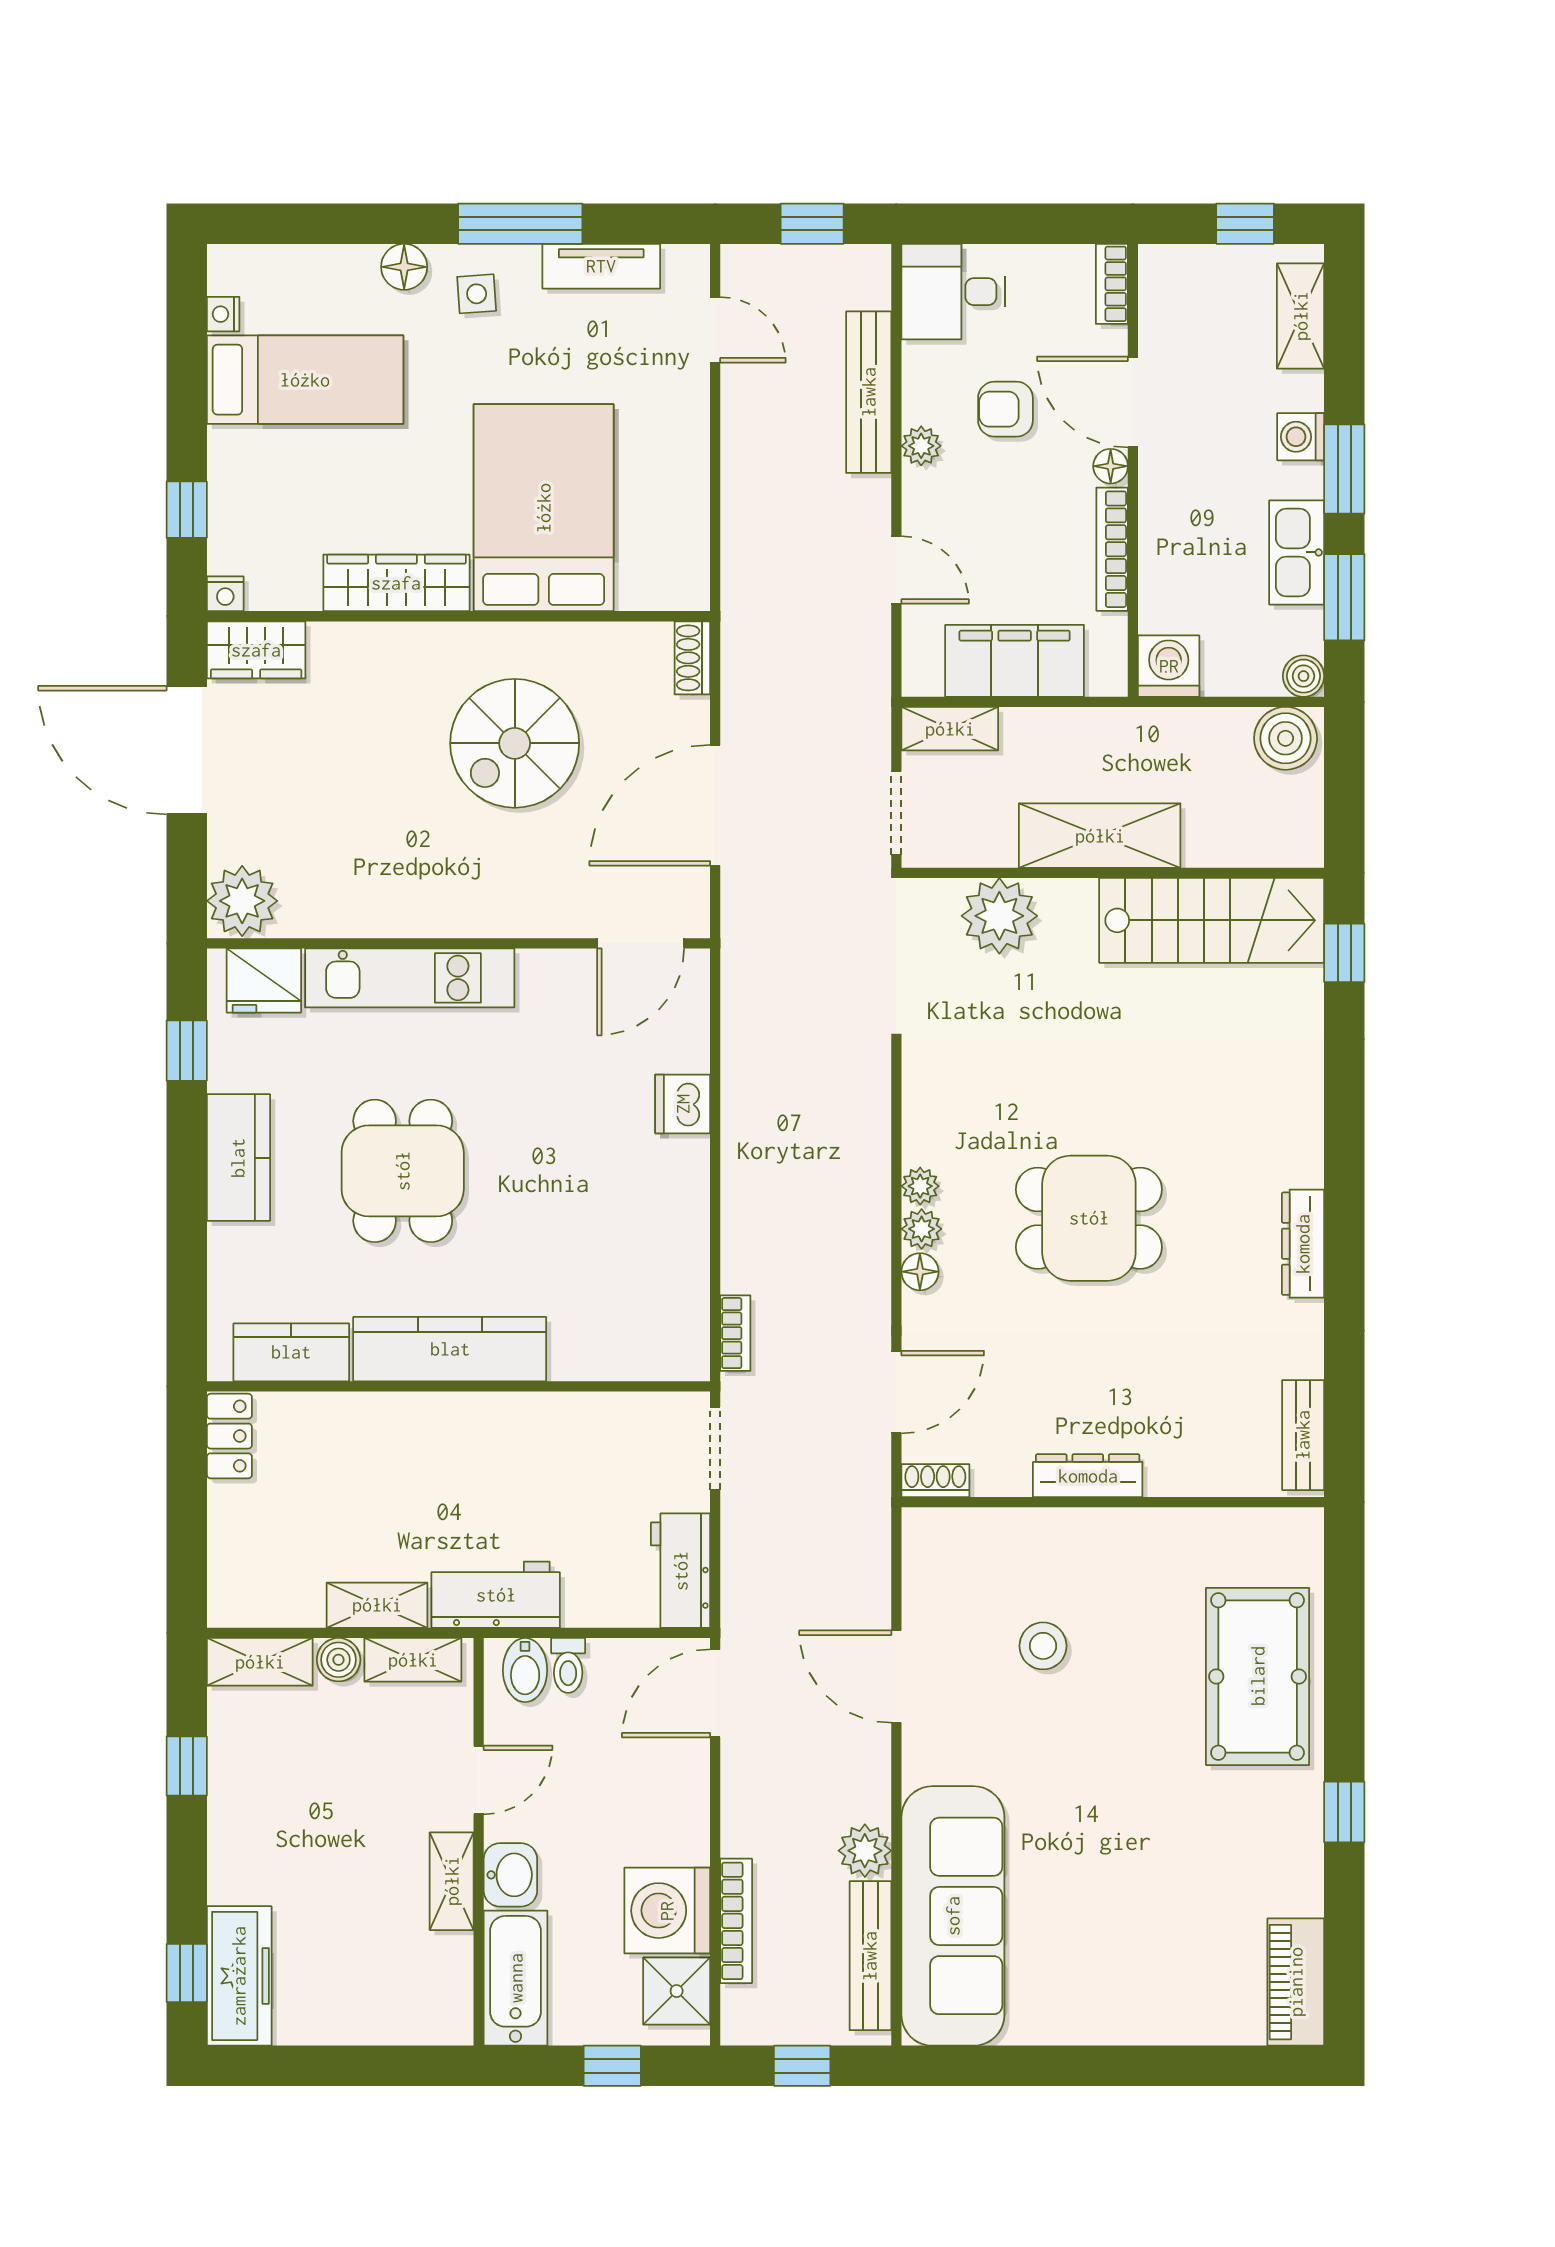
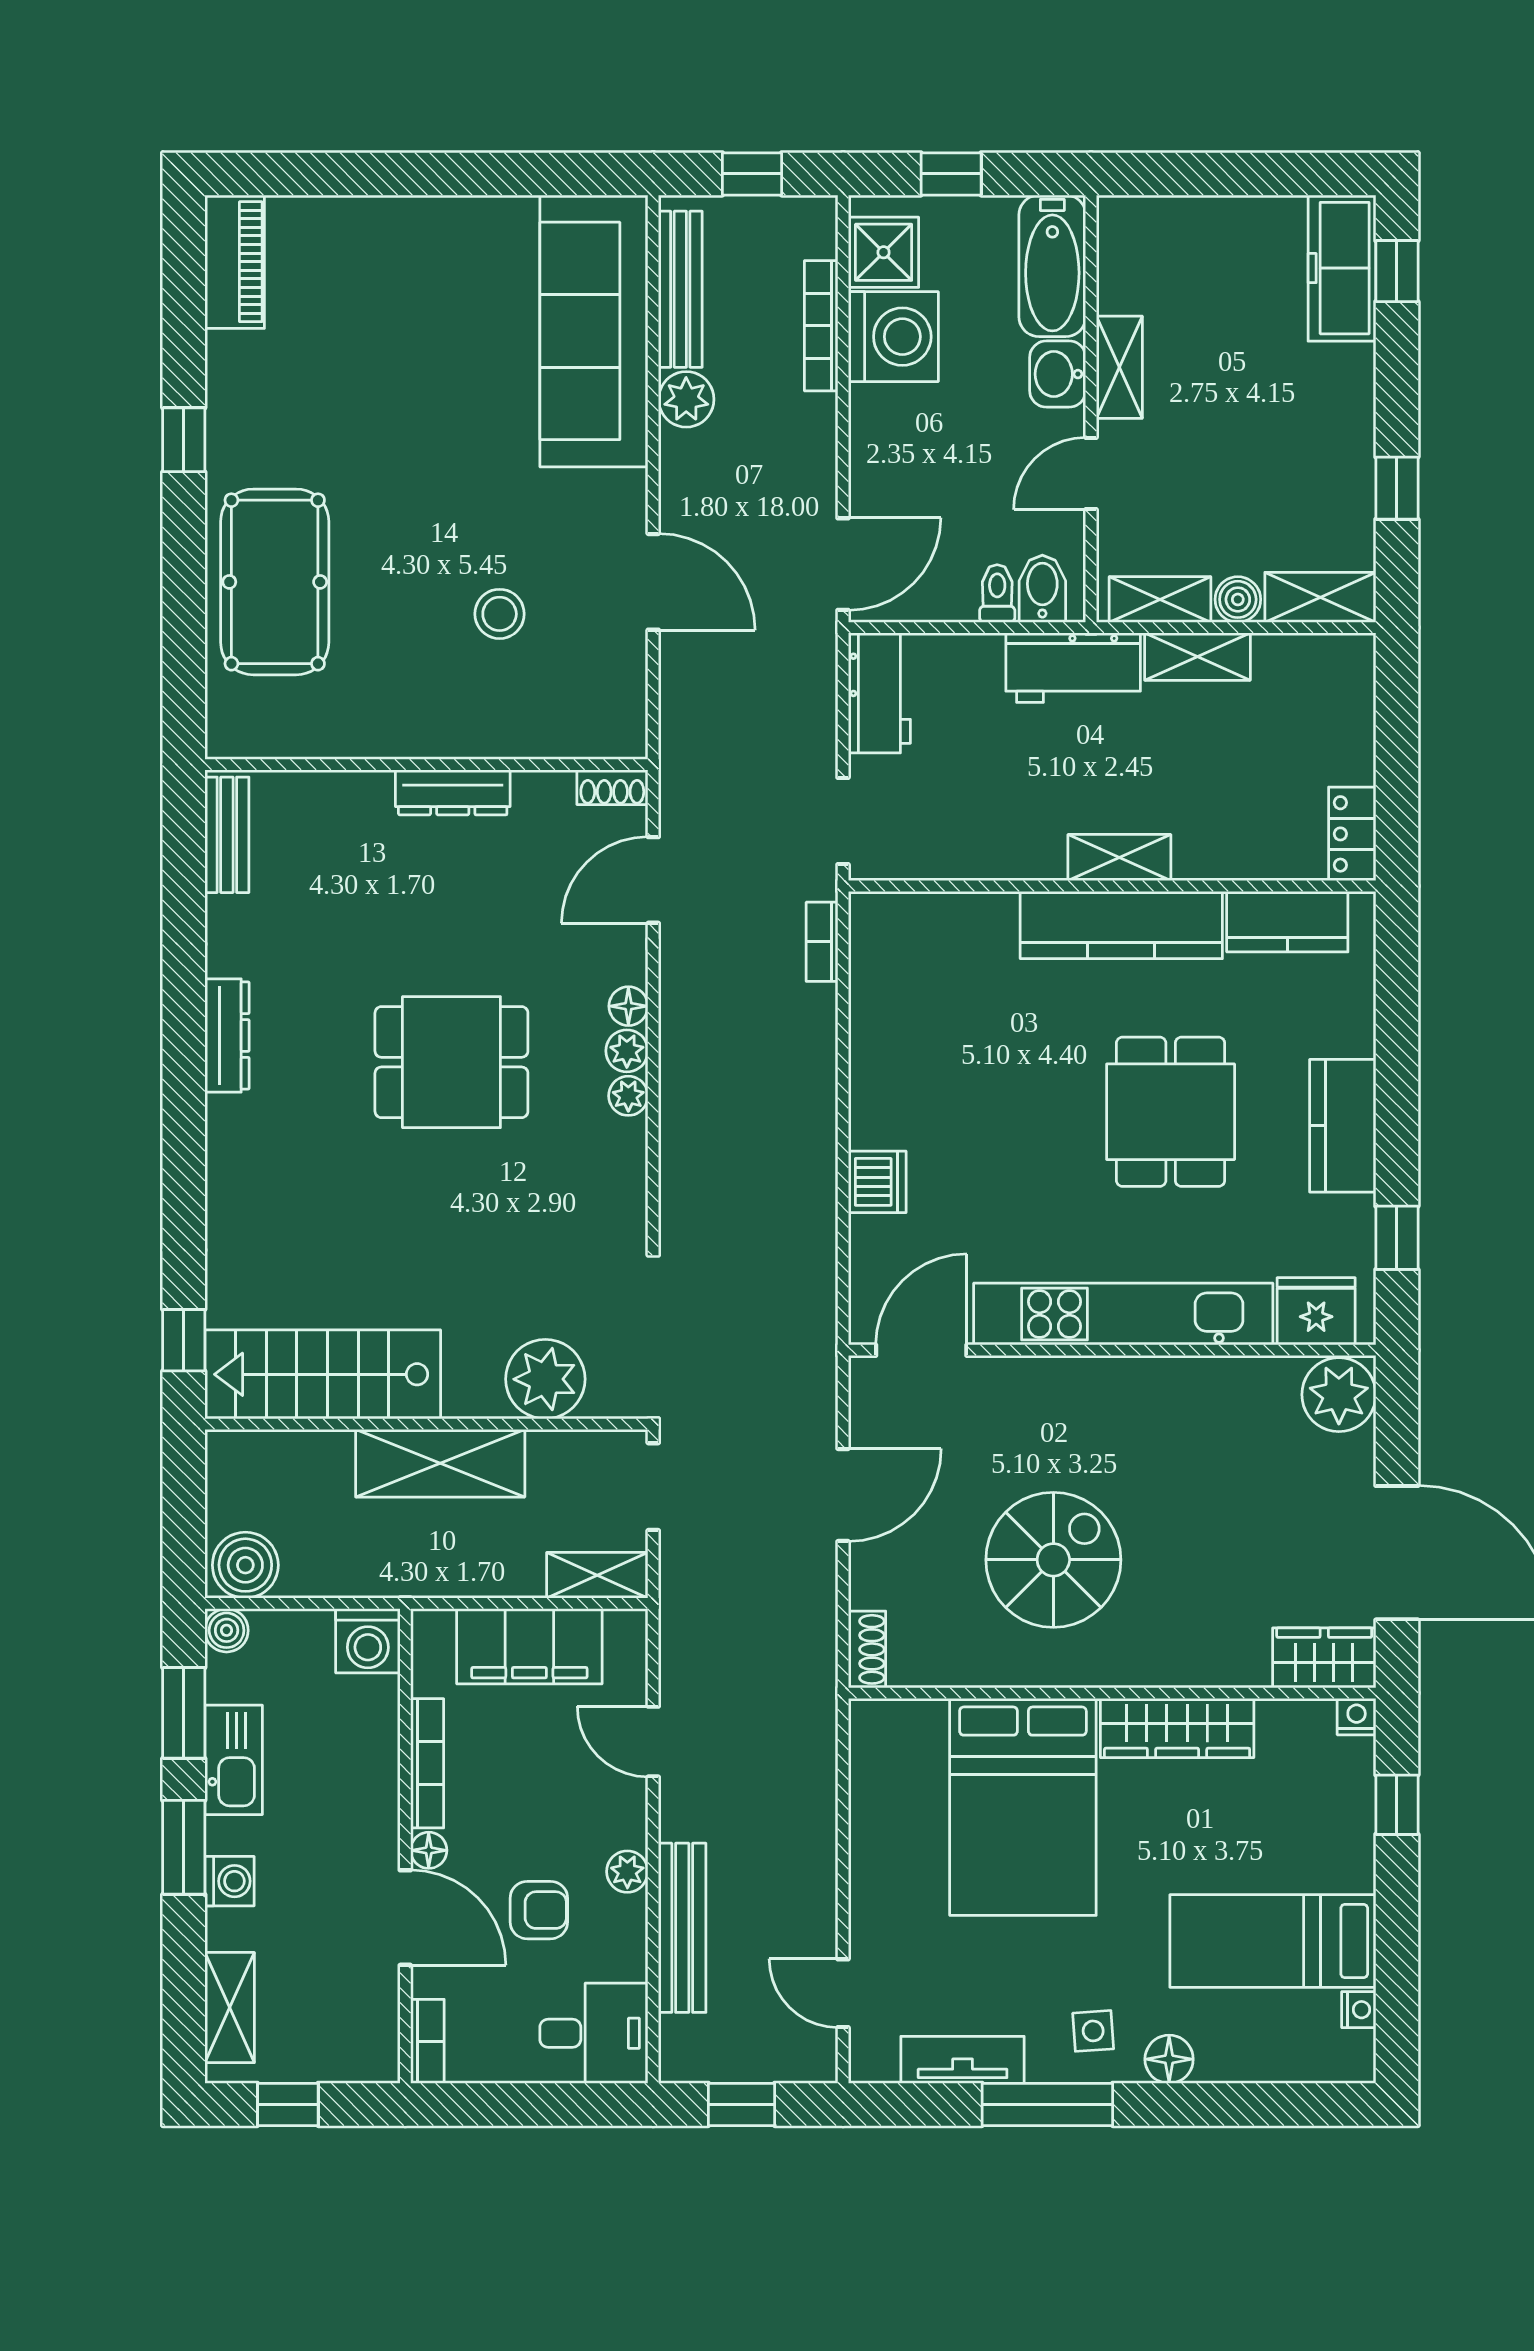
door: (715, 805) -> (843, 1495), width x0.73
kitchen unit: (410, 978) -> (1123, 1314), width x1.36
shelving: (452, 1413) -> (1119, 858), added

